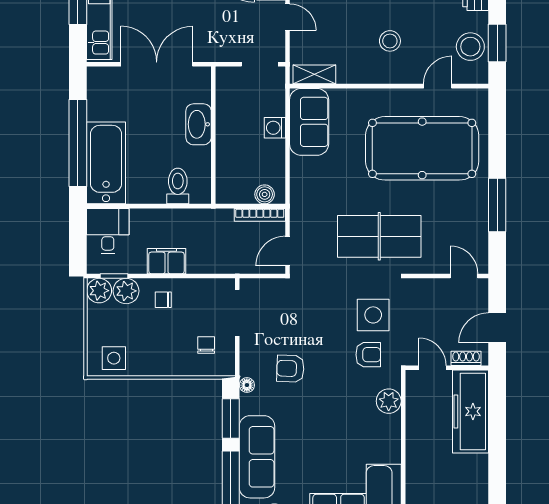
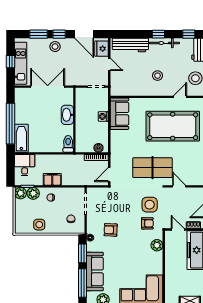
shelving: (314, 74) -> (122, 91), removed
bathtub: (106, 163) -> (21, 138), width x0.73, depth x0.73
toilet: (178, 186) -> (68, 144), moved
door: (464, 276) -> (179, 186), moved
side table: (114, 358) -> (39, 225), moved

